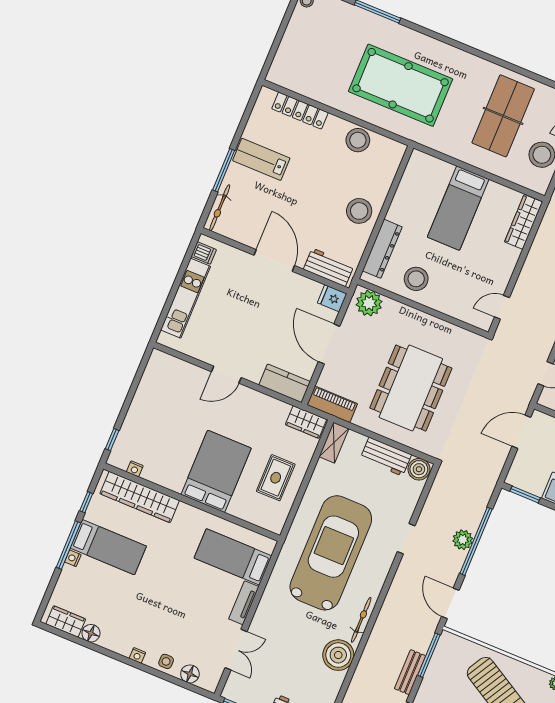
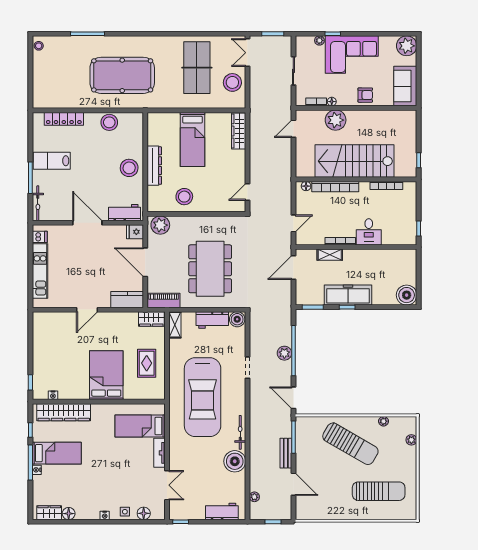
dresser: (382, 249) -> (154, 166), moved
car: (331, 553) -> (203, 397), turned 180

